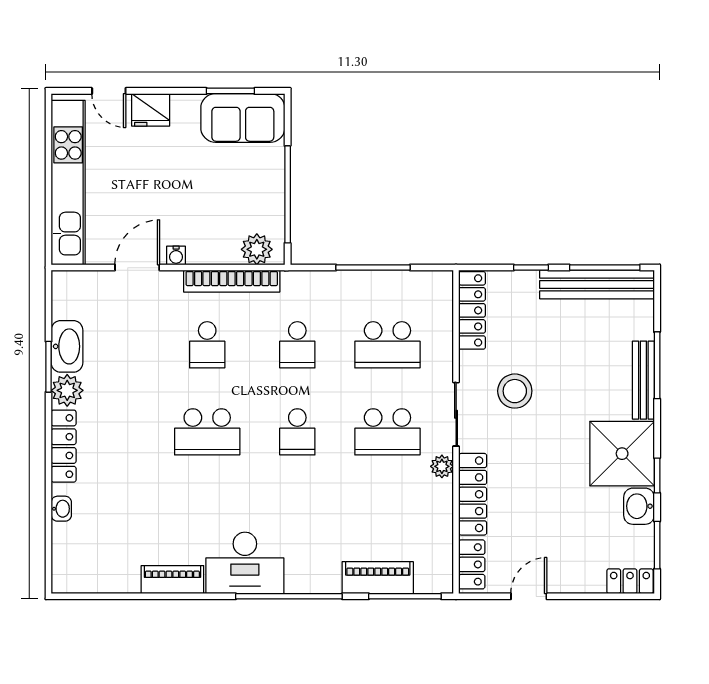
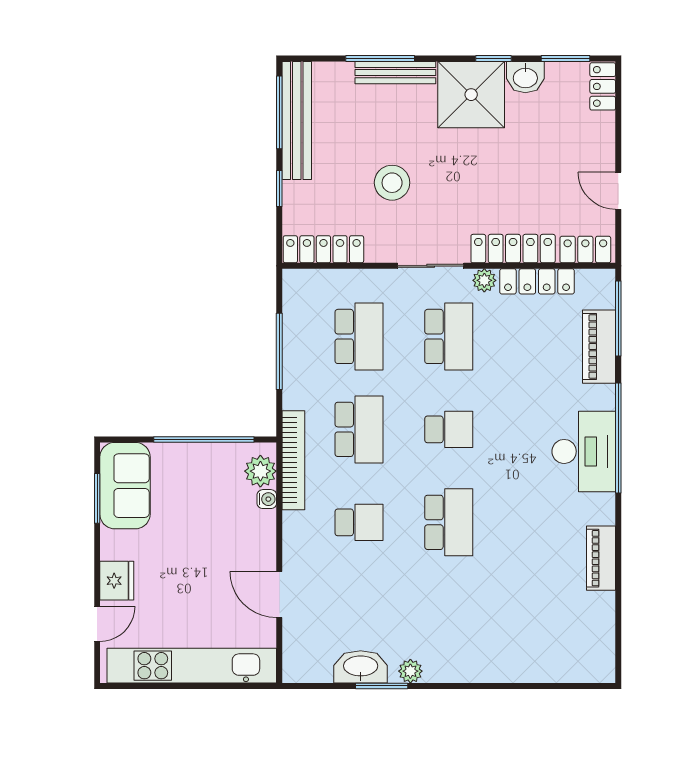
water cooler: (176, 255) -> (267, 499), moved
bookcase: (232, 281) -> (293, 460), moved
school desk: (297, 345) -> (359, 429), width x1.85
plant: (67, 390) -> (410, 671), width x0.73, depth x0.73
stool: (515, 391) -> (392, 183), moved
locker: (64, 446) -> (537, 281), moved, turned 180
washbasin: (61, 509) -> (528, 673), removed
desk: (245, 563) -> (584, 451), moved

